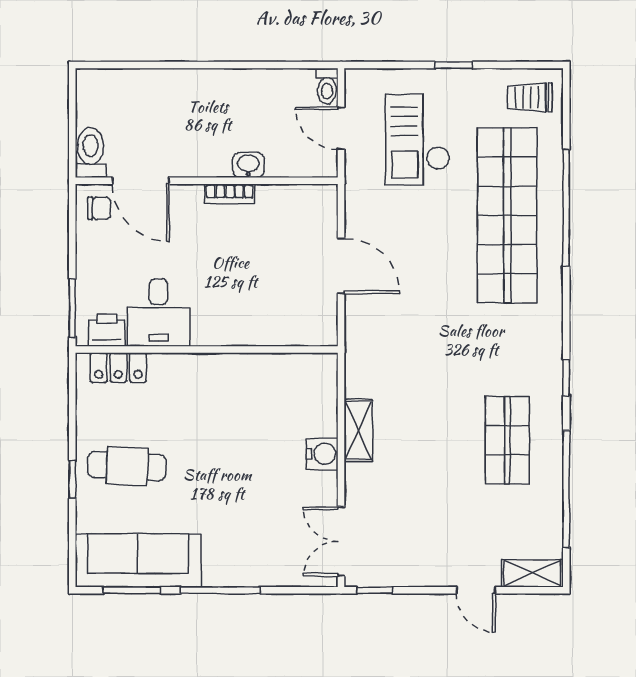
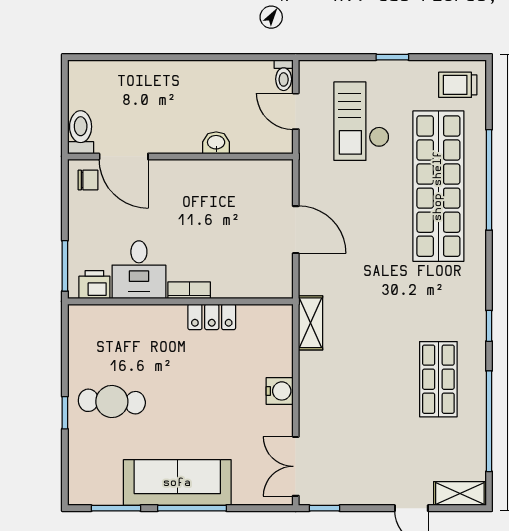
bookcase: (230, 194) -> (189, 290), moved, turned 180
locker: (118, 368) -> (212, 317), moved
shelving: (358, 430) -> (311, 323), moved
sofa: (138, 560) -> (177, 483), moved

